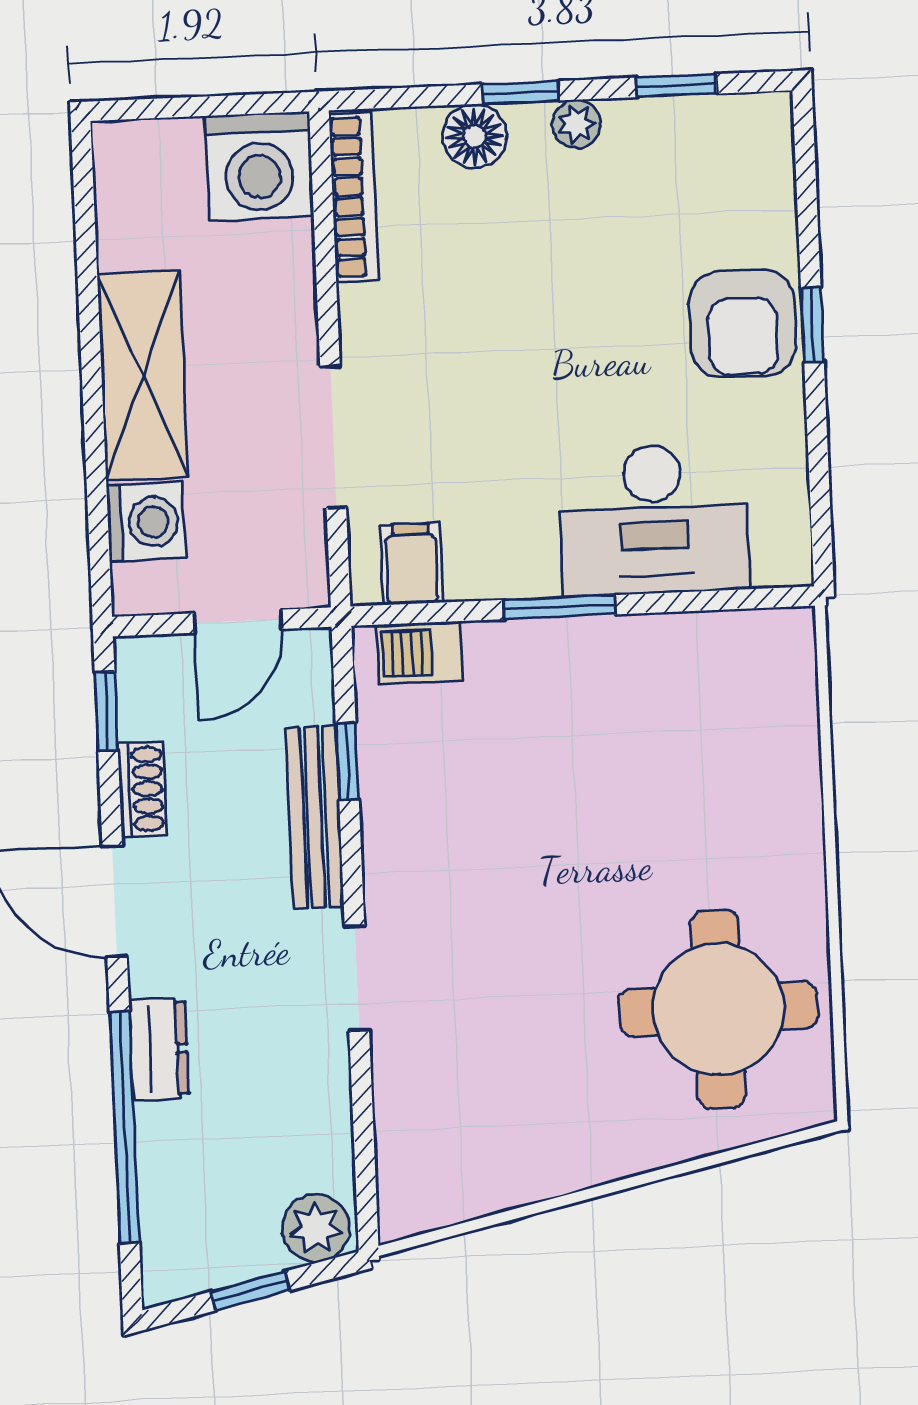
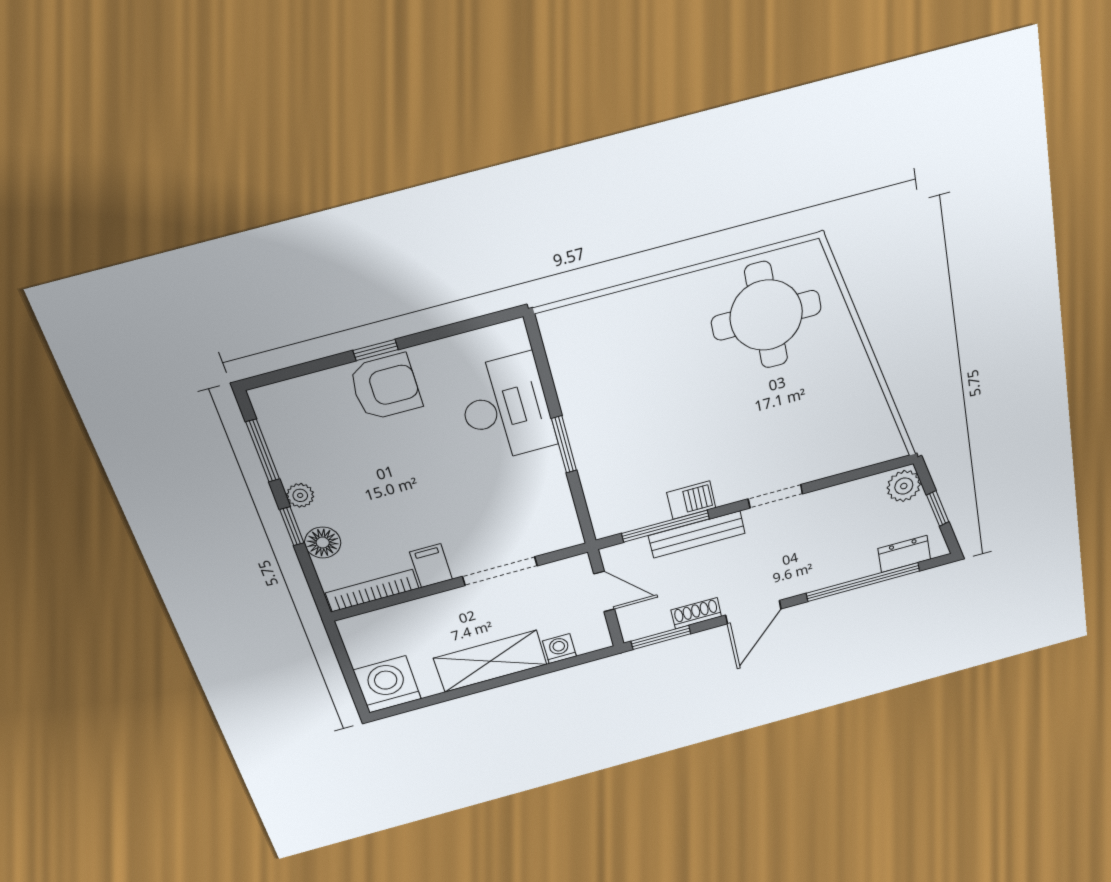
window: (676, 86) -> (263, 451), width x1.50
washing machine: (259, 166) -> (387, 684), moved, turned -90
washing machine: (146, 522) -> (559, 649), width x0.73, depth x0.73
filing cabinet: (412, 564) -> (431, 566), moved, turned 90
barbecue: (420, 653) -> (691, 500), moved, turned -90
window: (106, 711) -> (661, 637), width x1.50
window: (347, 761) -> (665, 526), width x2.17
dresser: (159, 1049) -> (904, 554), moved

